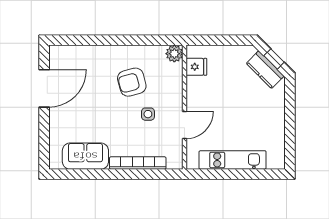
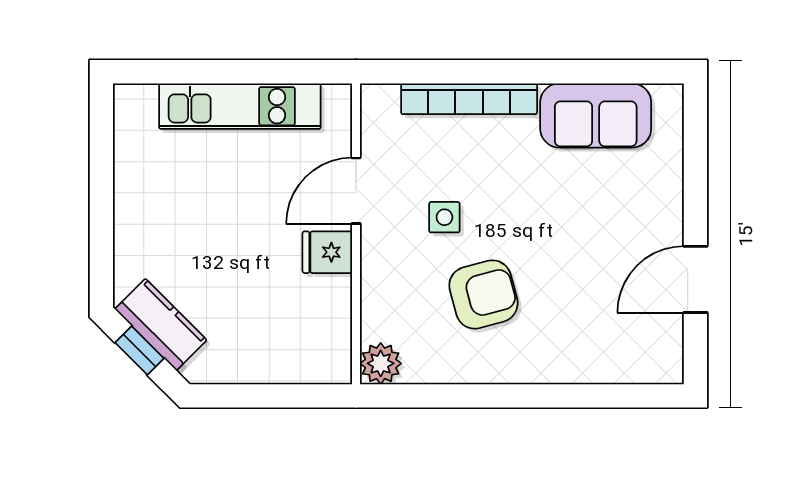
fridge: (196, 67) -> (327, 252), moved
door: (44, 88) -> (695, 279), width x0.73

